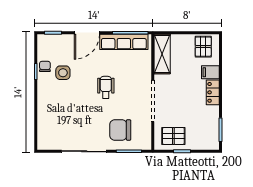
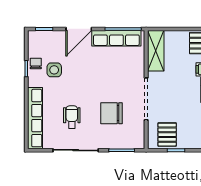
wheelchair: (106, 87) -> (72, 117), moved
row of seats: (44, 120) -> (35, 118), added
chair: (120, 130) -> (112, 113), moved
pallet: (173, 136) -> (167, 135), turned 90

